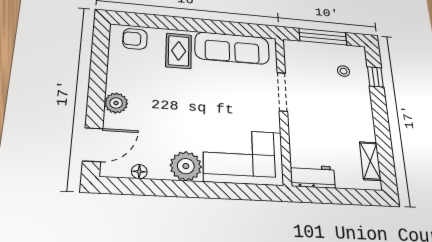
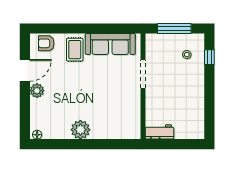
door: (93, 145) -> (25, 70), moved
corner sofa: (243, 157) -> (116, 122), removed
shelving: (370, 161) -> (199, 119), removed
floor lamp: (139, 172) -> (37, 135), moved

